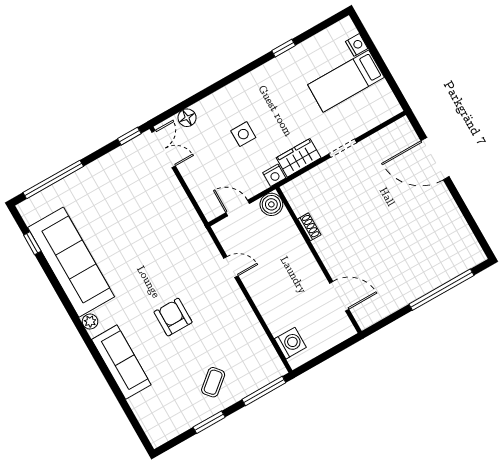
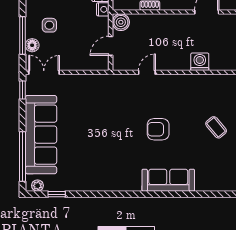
window: (192, 100) -> (23, 35), added
side table: (243, 134) -> (49, 25), moved
sofa: (71, 262) -> (41, 135), moved, turned 90
plant: (90, 322) -> (37, 186), moved
washing machine: (290, 343) -> (200, 62), moved

